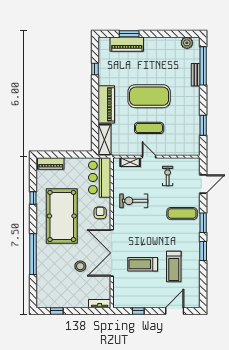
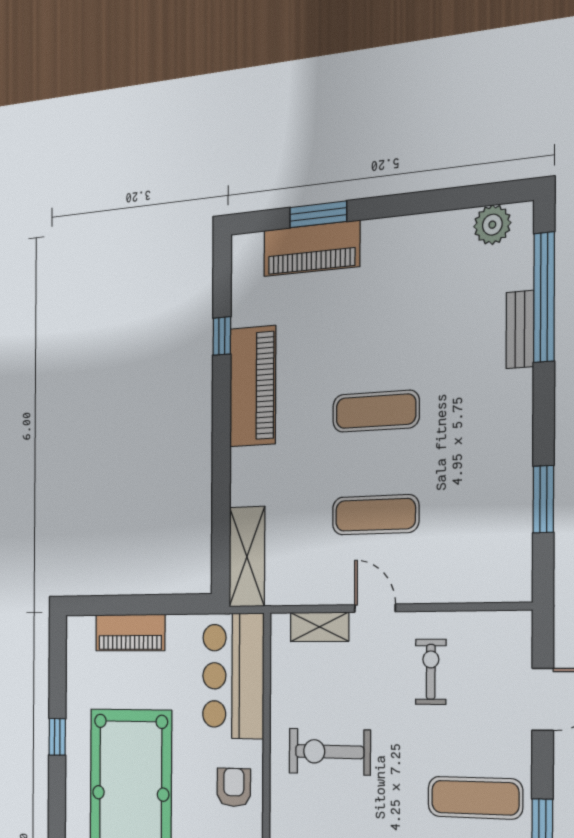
exercise mat: (149, 96) -> (376, 411), width x0.50, depth x0.69
piano: (106, 104) -> (253, 386), moved
piano: (51, 164) -> (130, 633), moved

